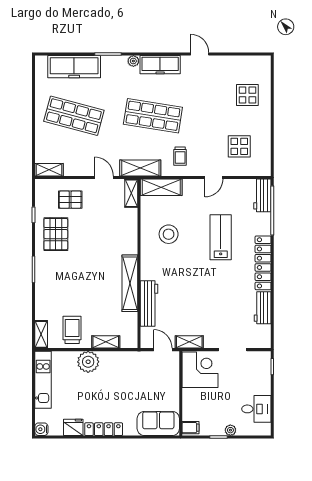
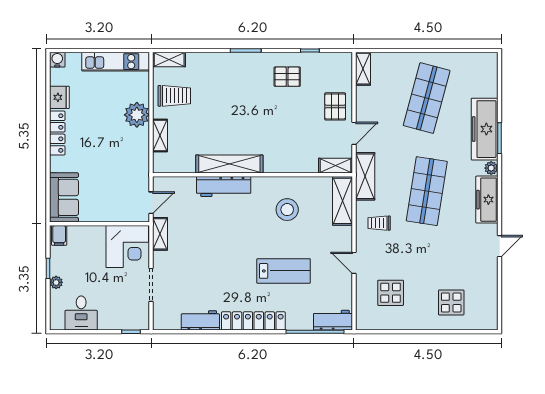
freezer: (74, 67) -> (485, 129), moved
pallet: (70, 200) -> (335, 106), moved
pallet: (56, 234) -> (287, 77), width x0.67, depth x0.71
workbench: (149, 303) -> (224, 187), moved

